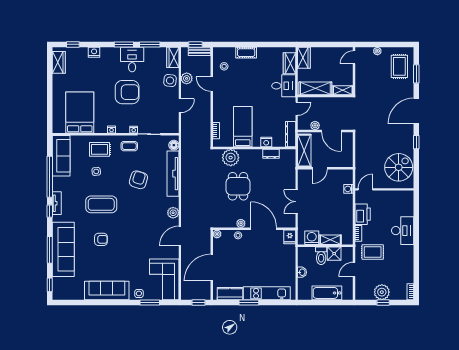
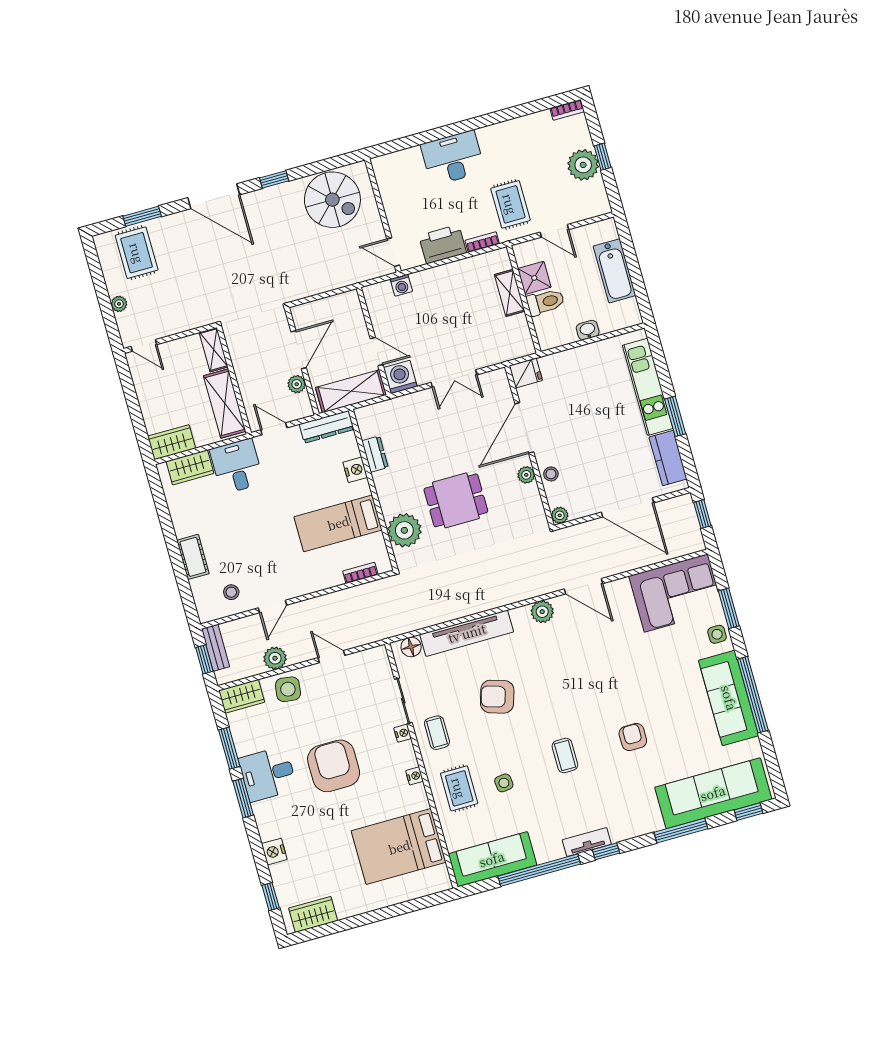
rug: (399, 66) -> (137, 253), turned 90
spiral stairs: (399, 167) -> (332, 200), turned 180
coffee table: (101, 204) -> (565, 755), width x0.54, depth x0.58
washing machine: (312, 238) -> (400, 377), moved, turned 90
sofa: (63, 249) -> (713, 793), moved
window: (105, 303) -> (753, 695), added

